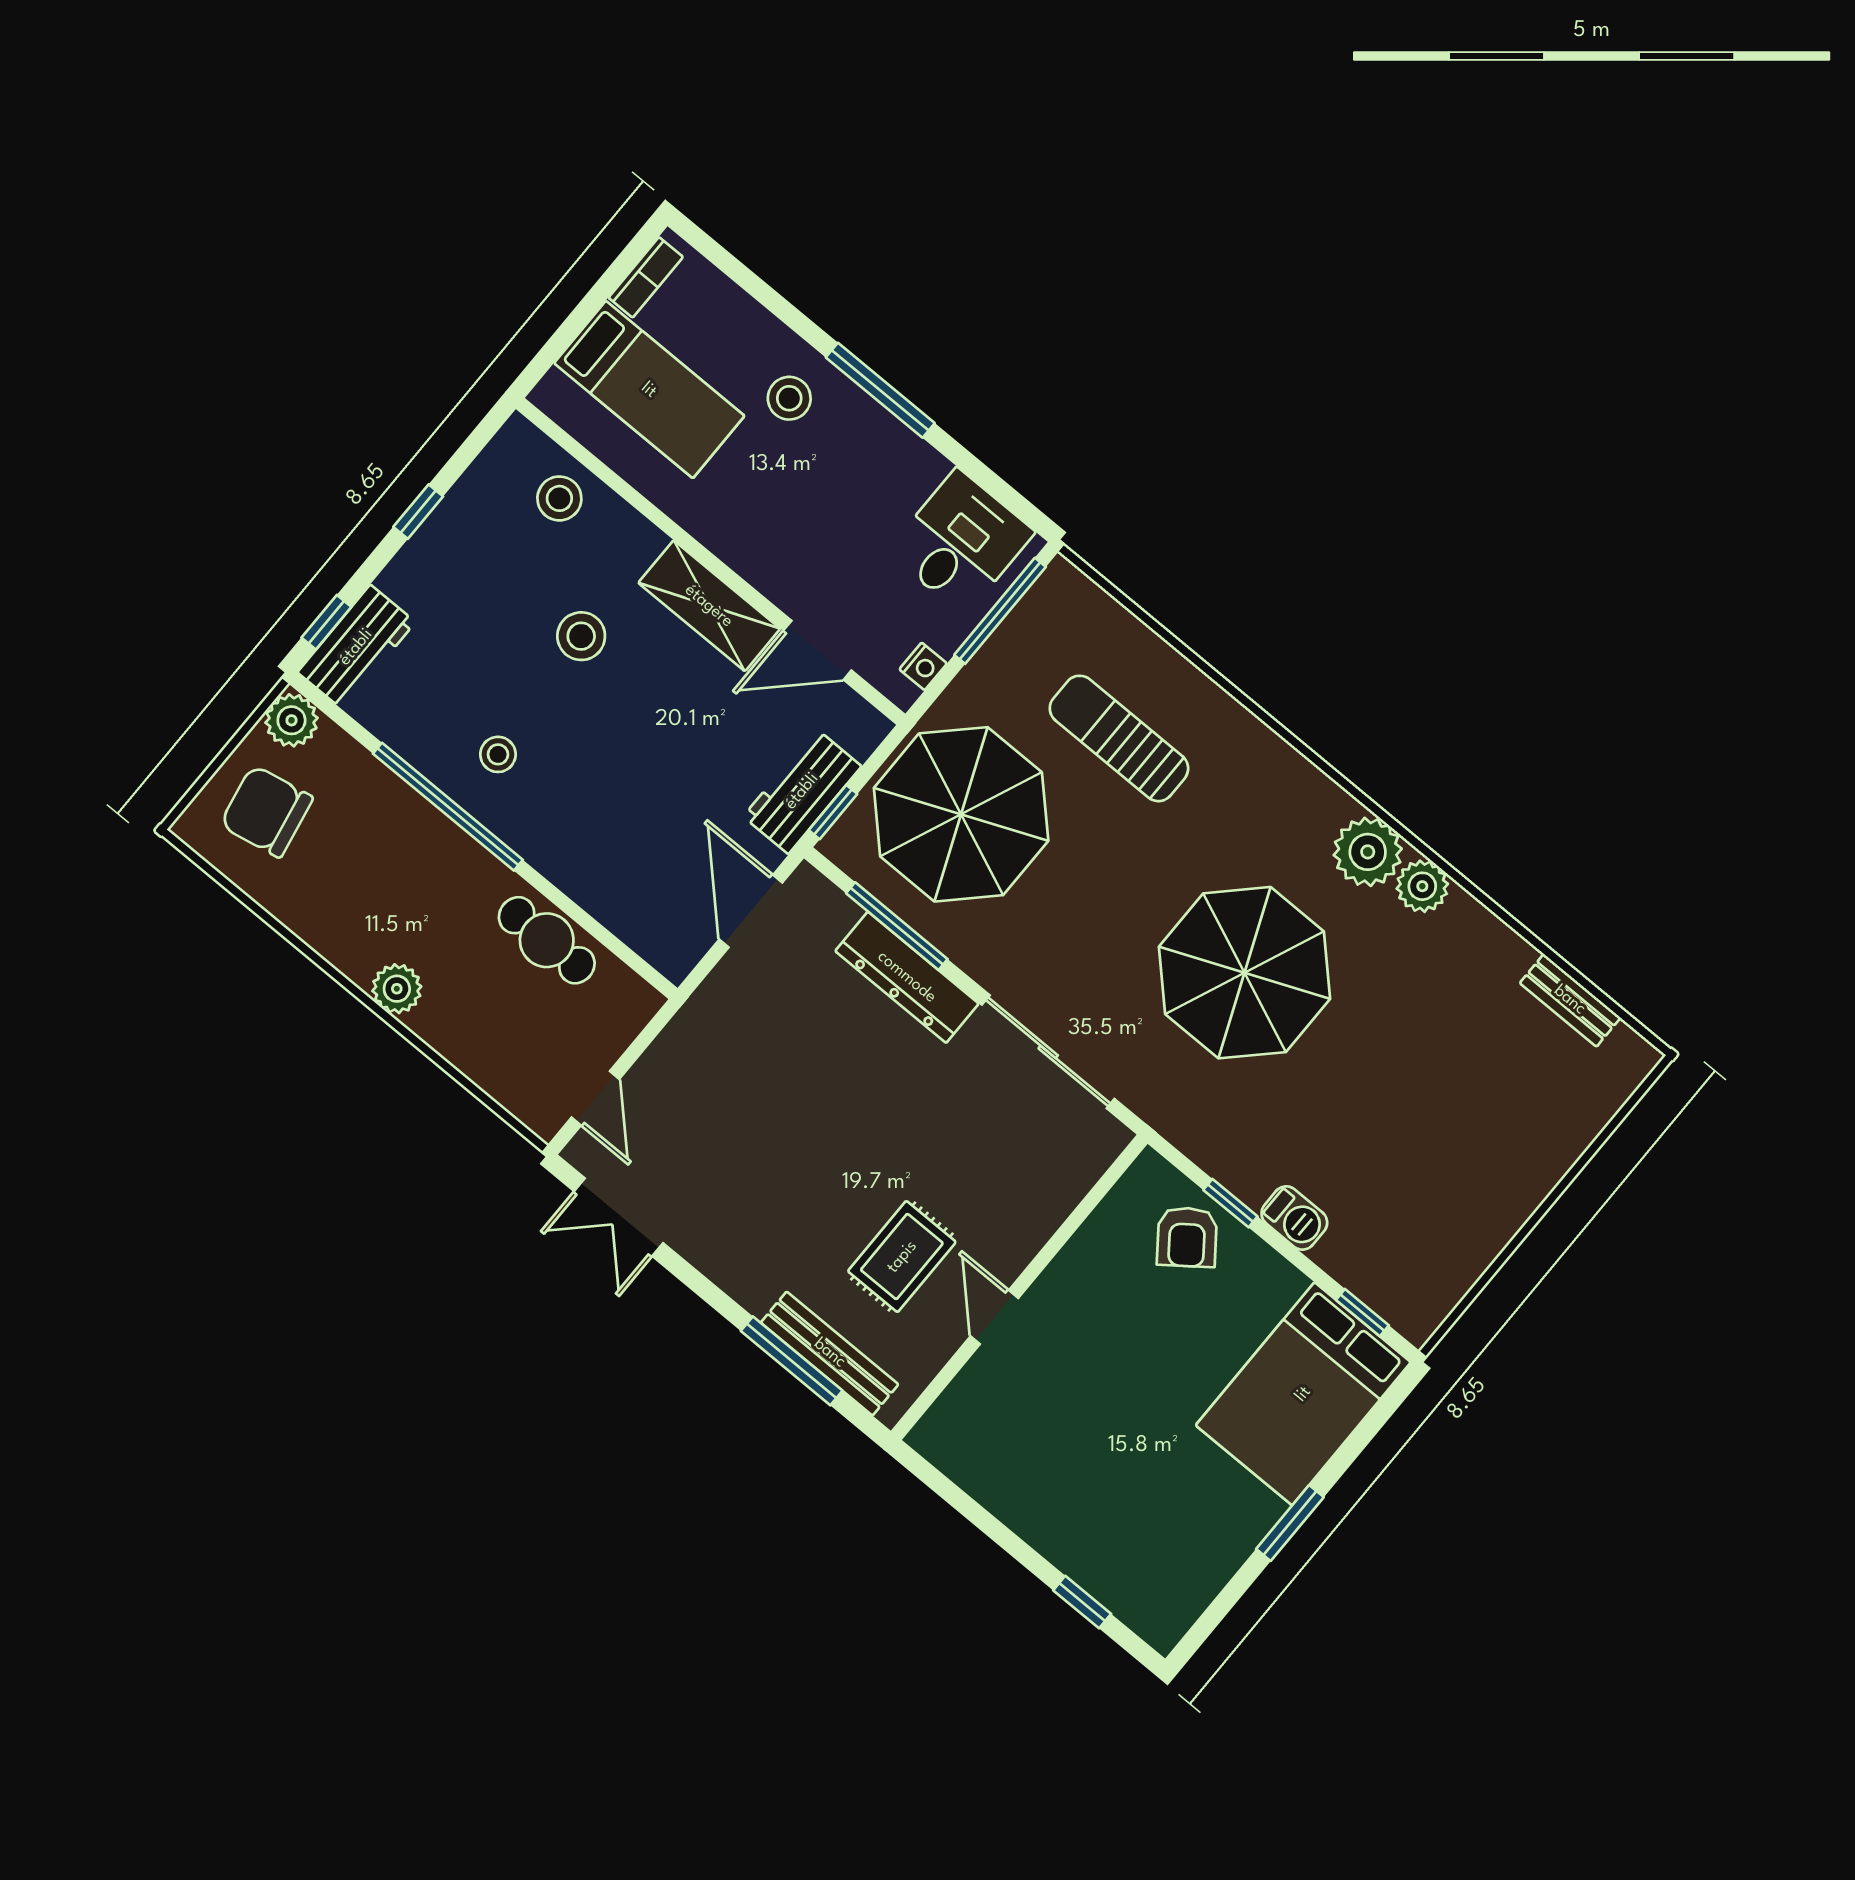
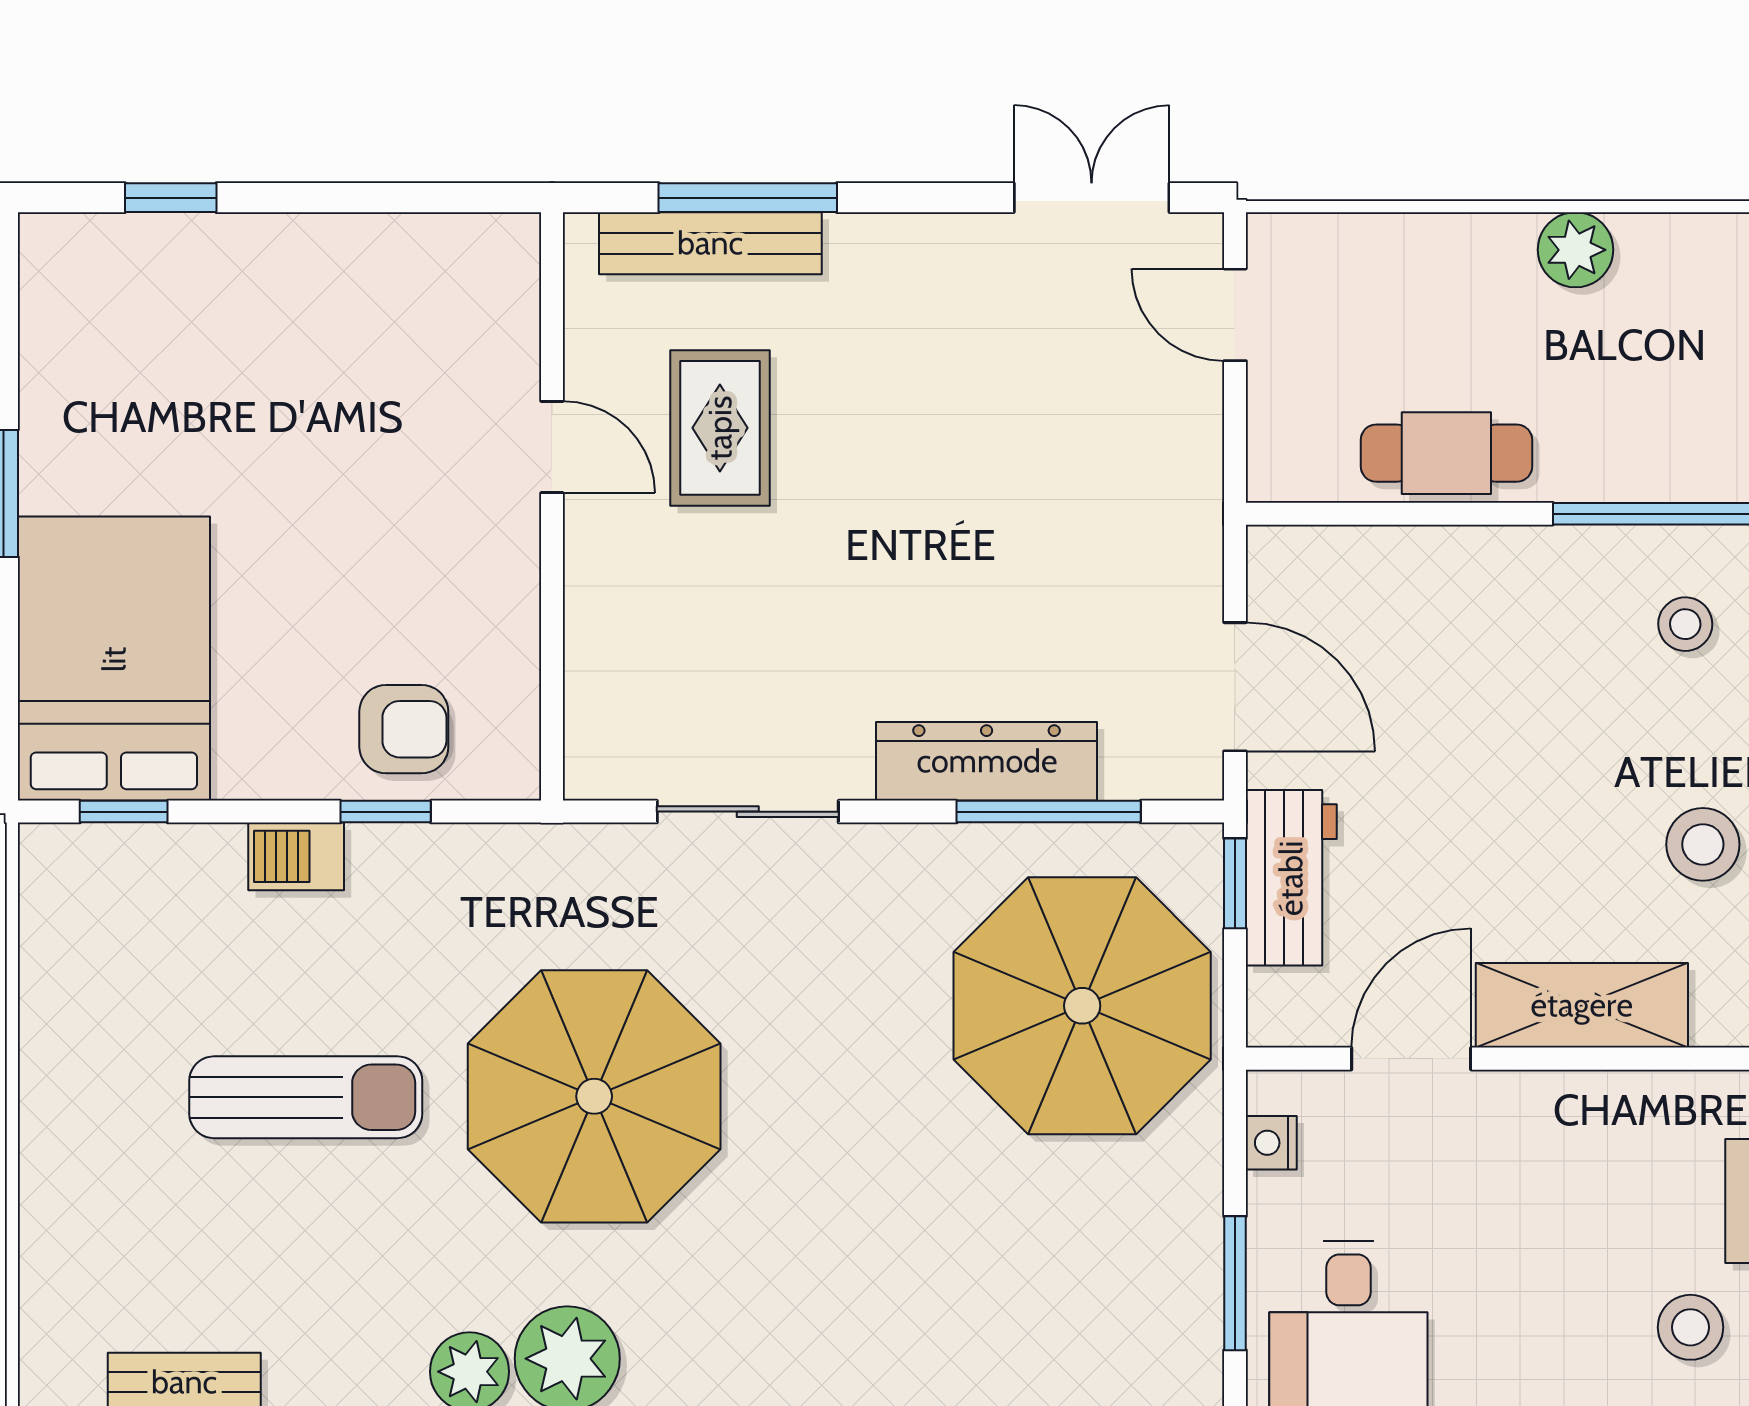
window: (1000, 611) -> (1235, 1283), width x0.69
sun lounger: (1119, 738) -> (306, 1097), moved
sliding door: (1048, 1052) -> (748, 812), width x0.73
armchair: (1187, 1237) -> (404, 729), turned 127

